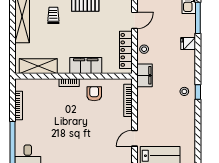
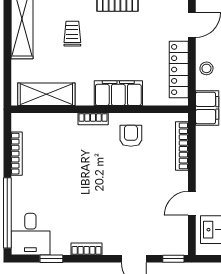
trolley: (53, 15) -> (72, 34), moved

